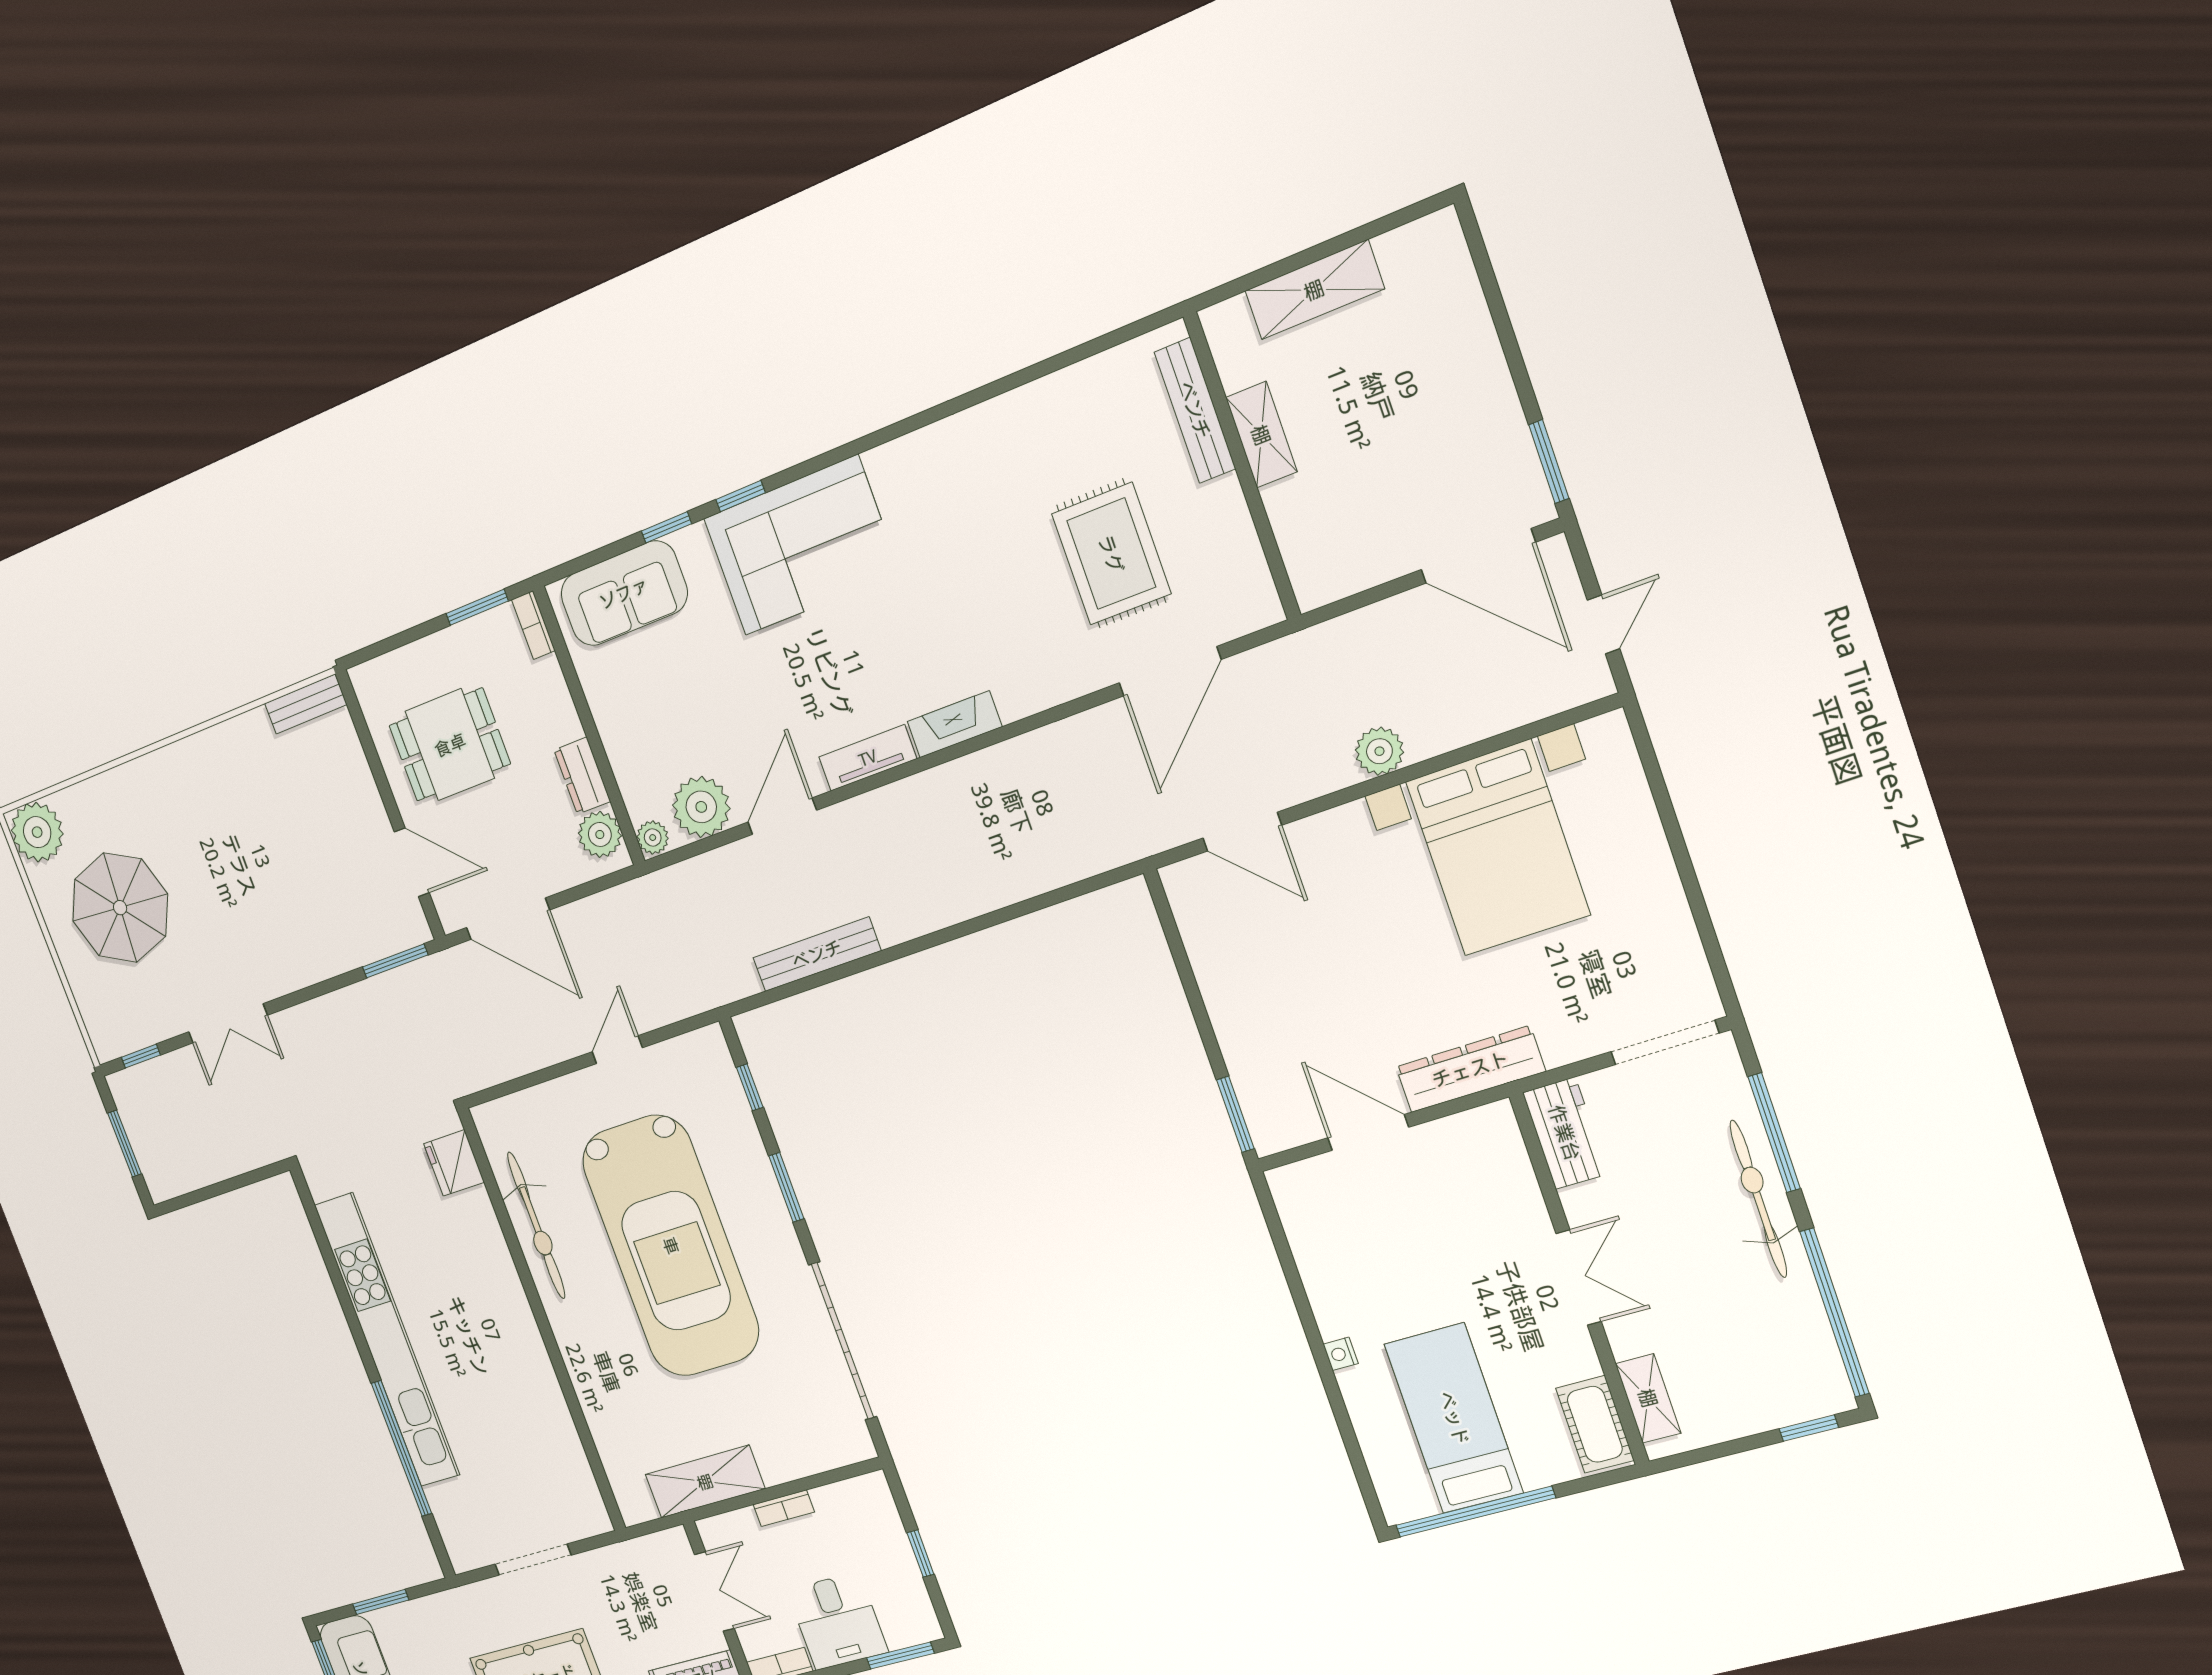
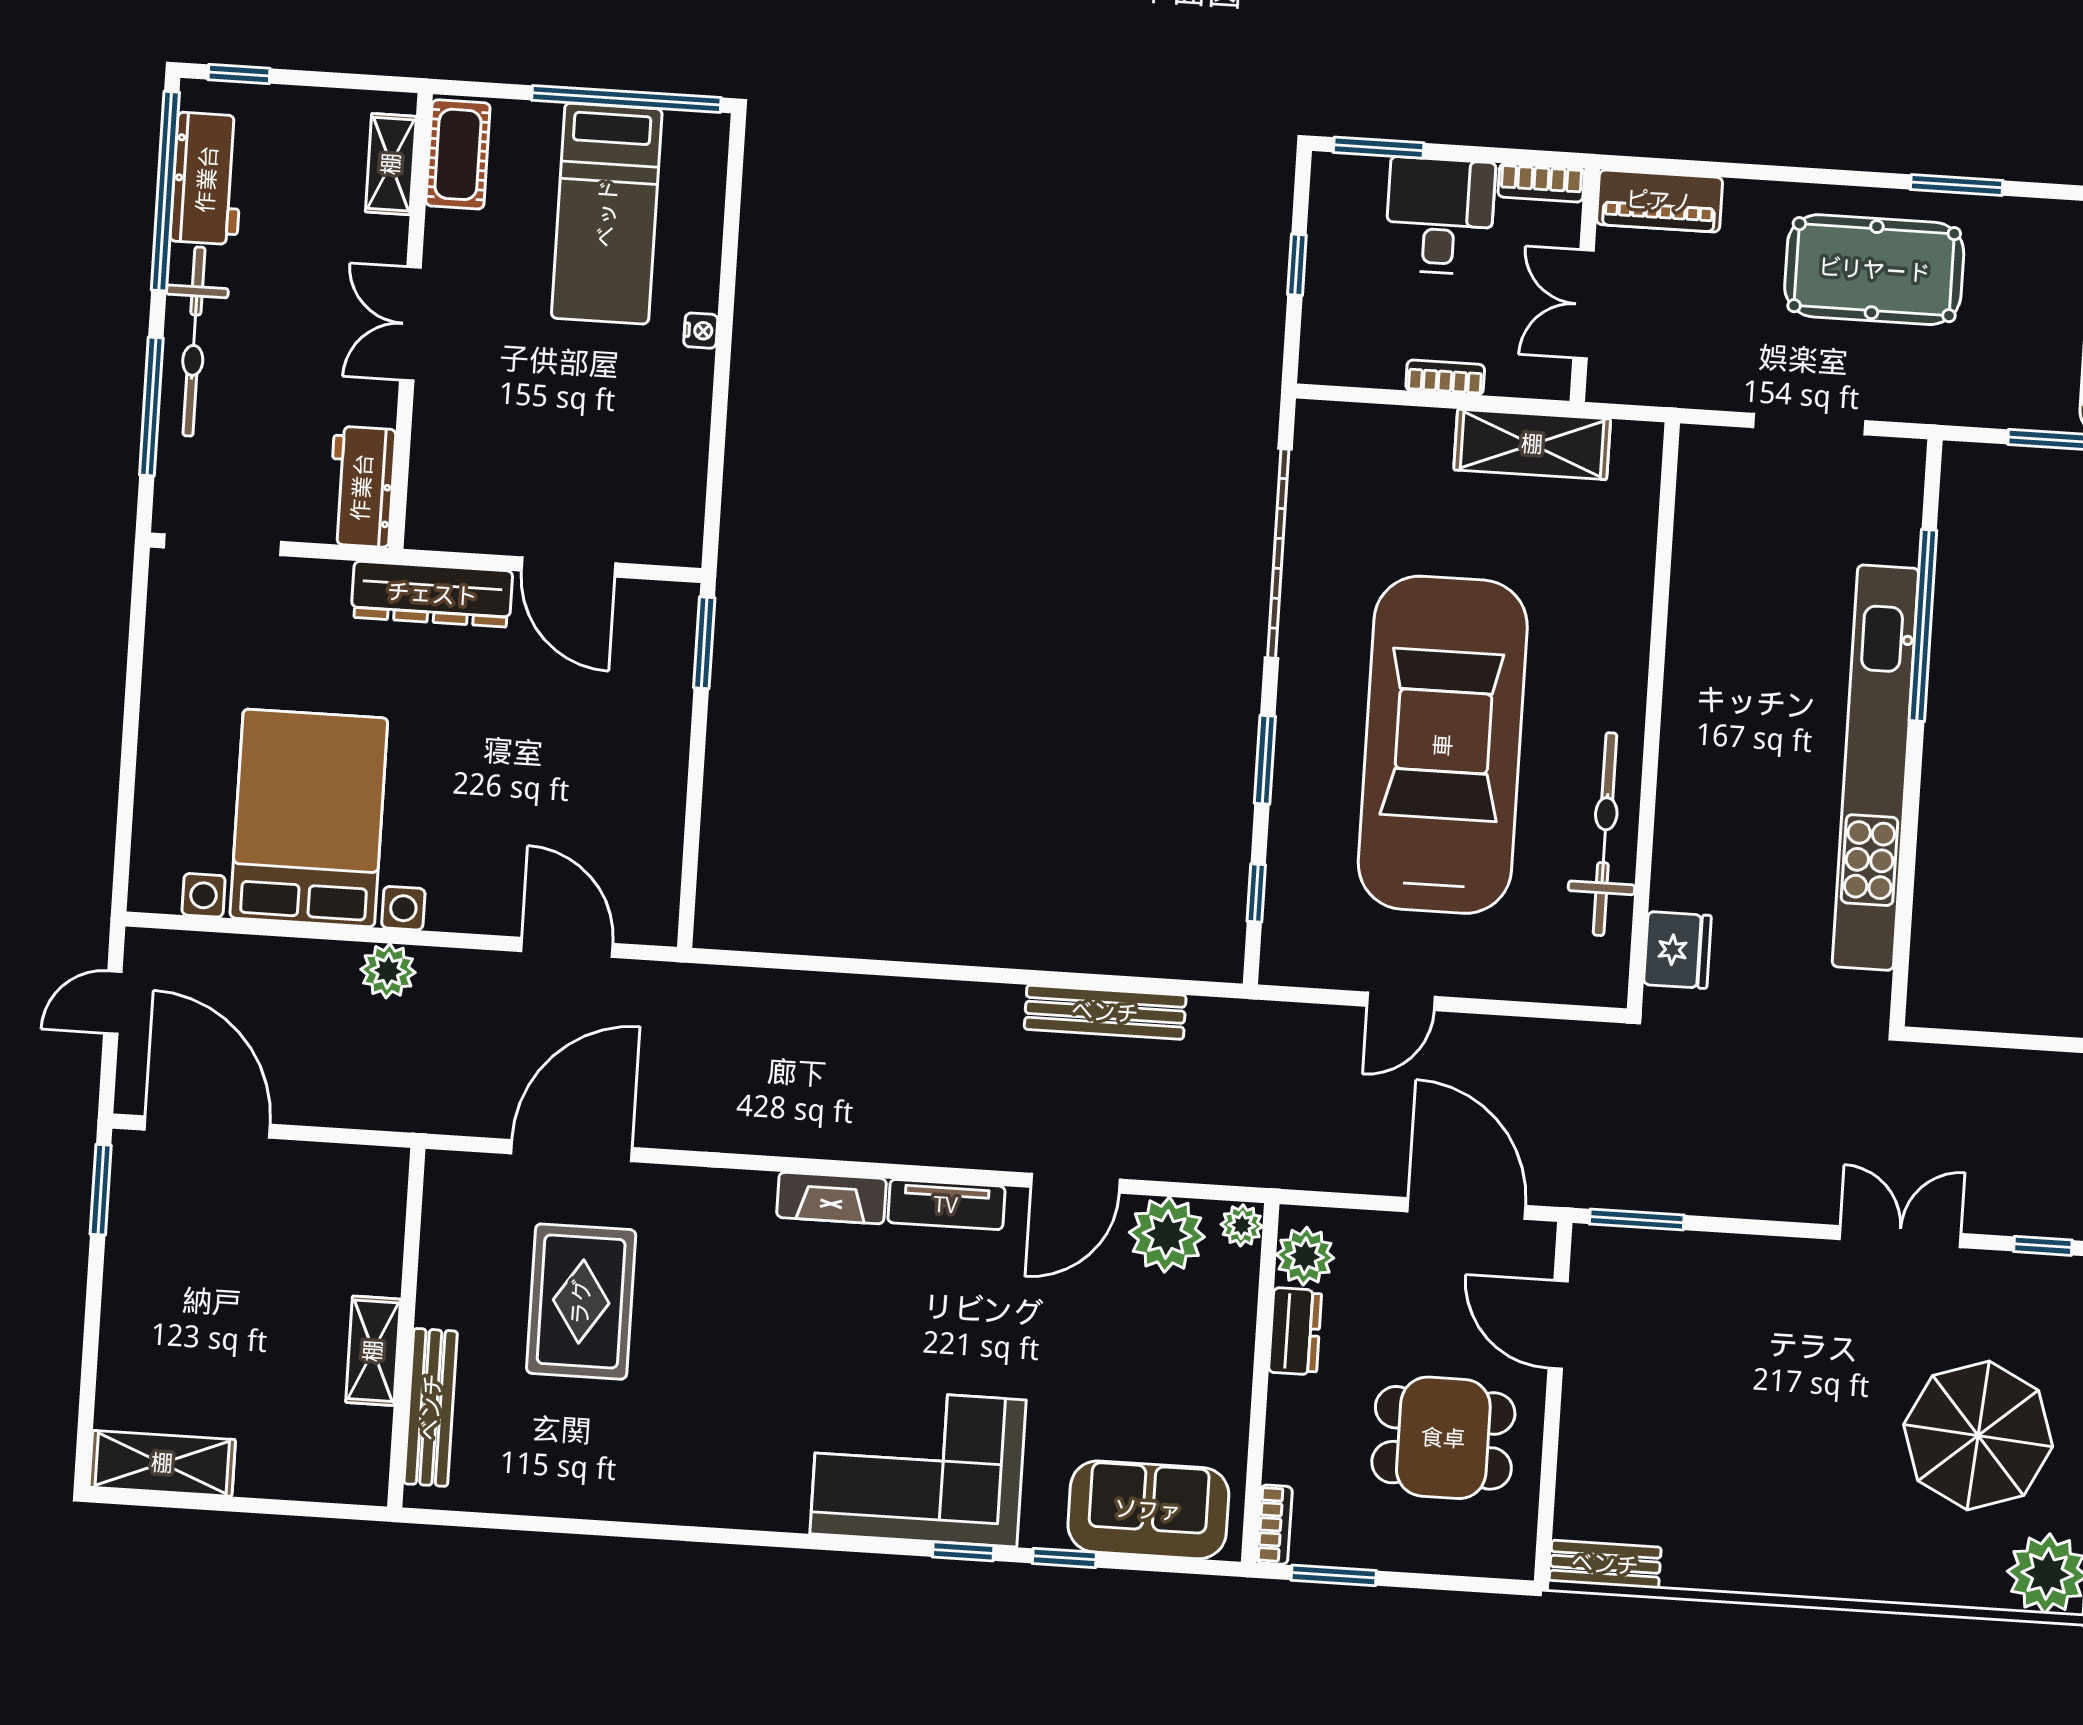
shelving: (1314, 290) -> (162, 1463), moved
workbench: (1802, 1335) -> (207, 179), added

